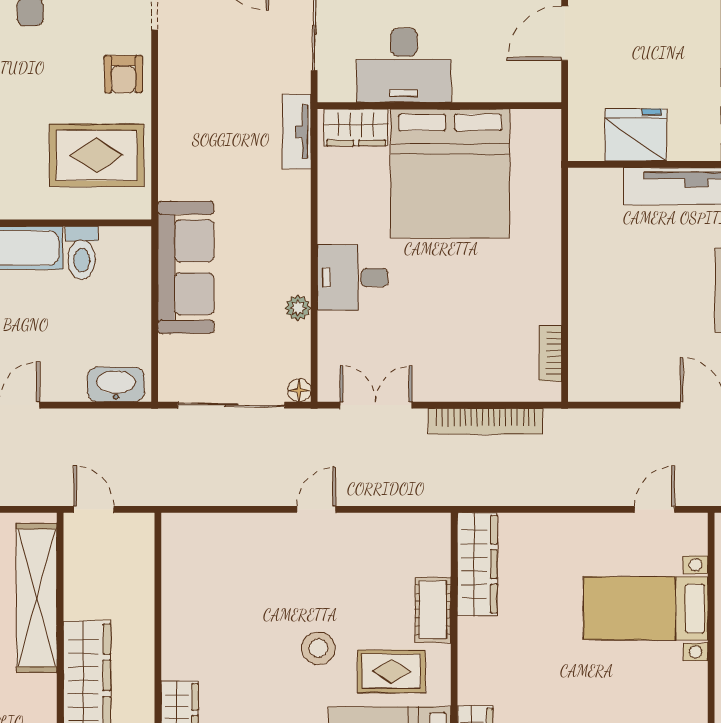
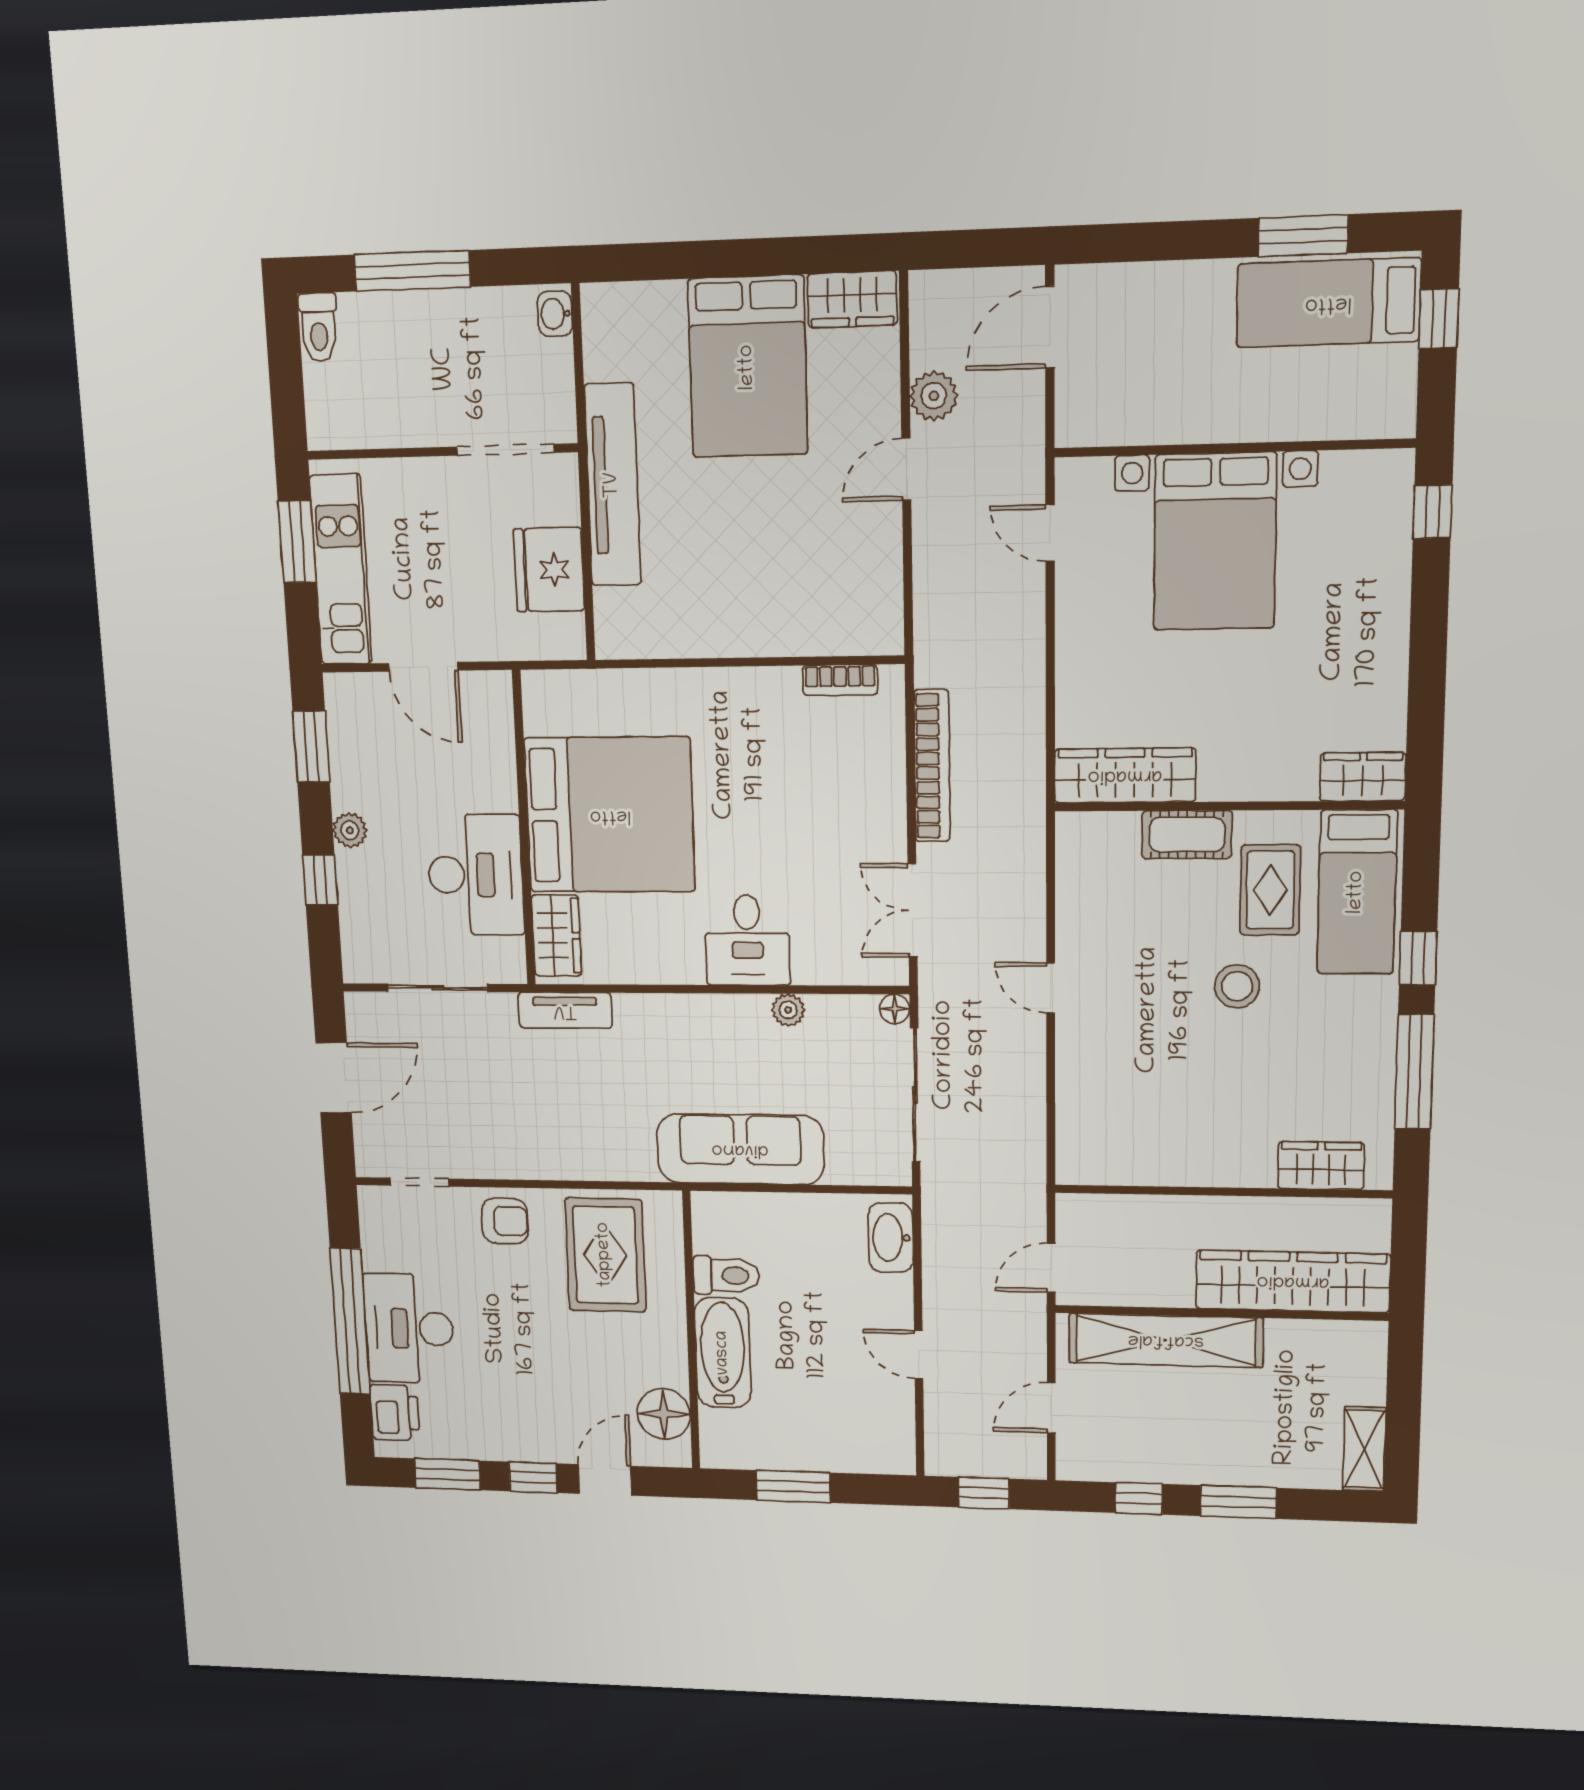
bed with nightstands: (646, 608) -> (1215, 542), width x1.36

